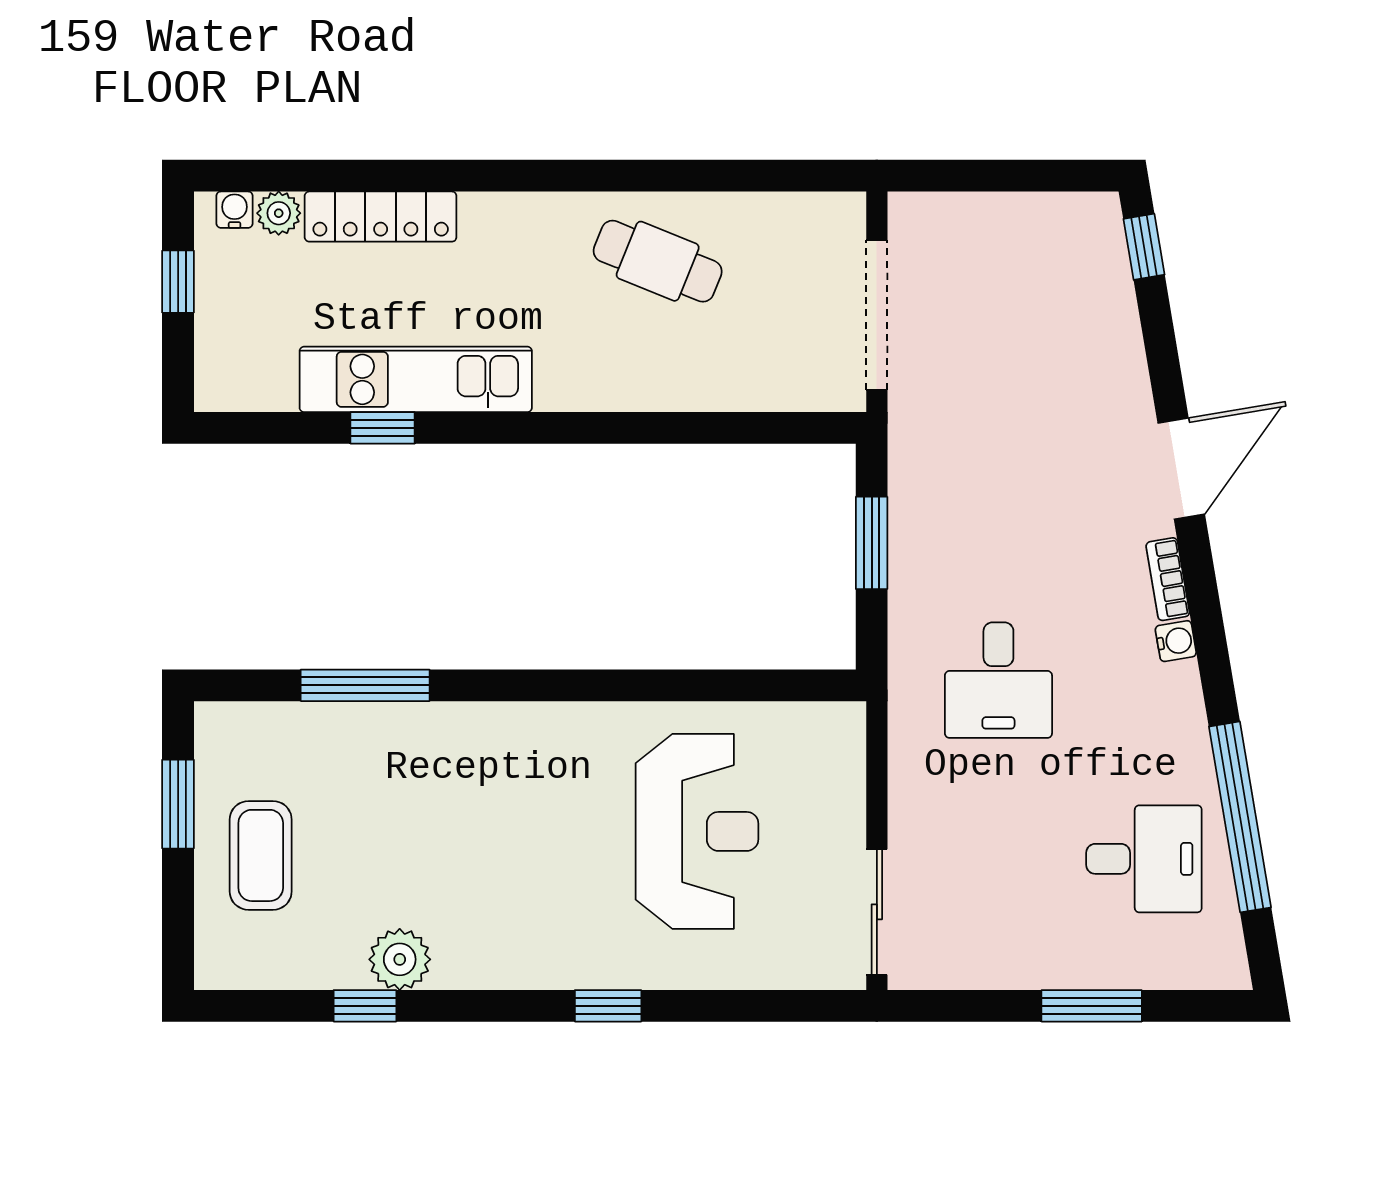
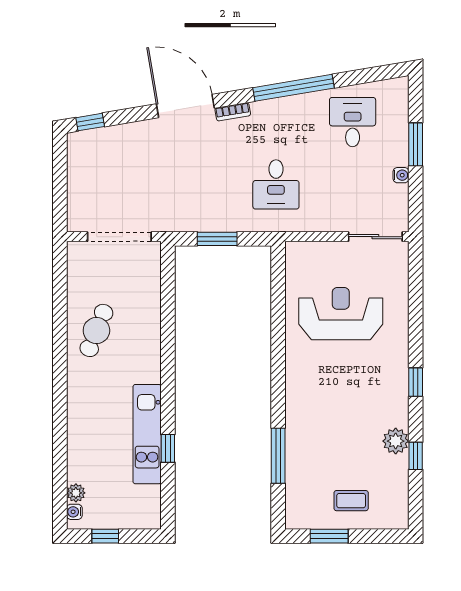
locker: (381, 217) -> (77, 449), removed
door: (1181, 469) -> (185, 106), width x1.36
water cooler: (1176, 641) -> (401, 175), moved, turned 100
desk: (998, 680) -> (276, 184), turned 90
window: (1240, 817) -> (293, 88), moved
coffee table: (261, 855) -> (351, 501), width x0.73, depth x0.77
window: (608, 1006) -> (416, 382), moved

